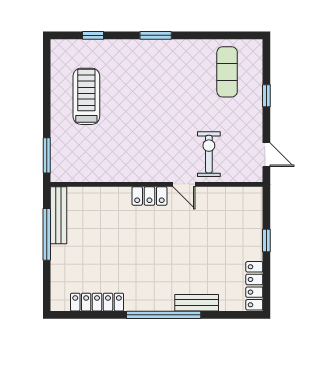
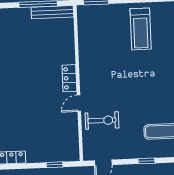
treadmill: (86, 96) -> (141, 29), turned 90
window: (266, 241) -> (55, 165), moved

